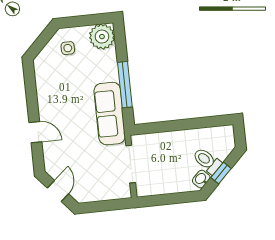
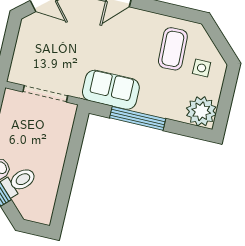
coffee table: (61, 76) -> (173, 49), added
sofa: (110, 114) -> (111, 90), width x0.73

